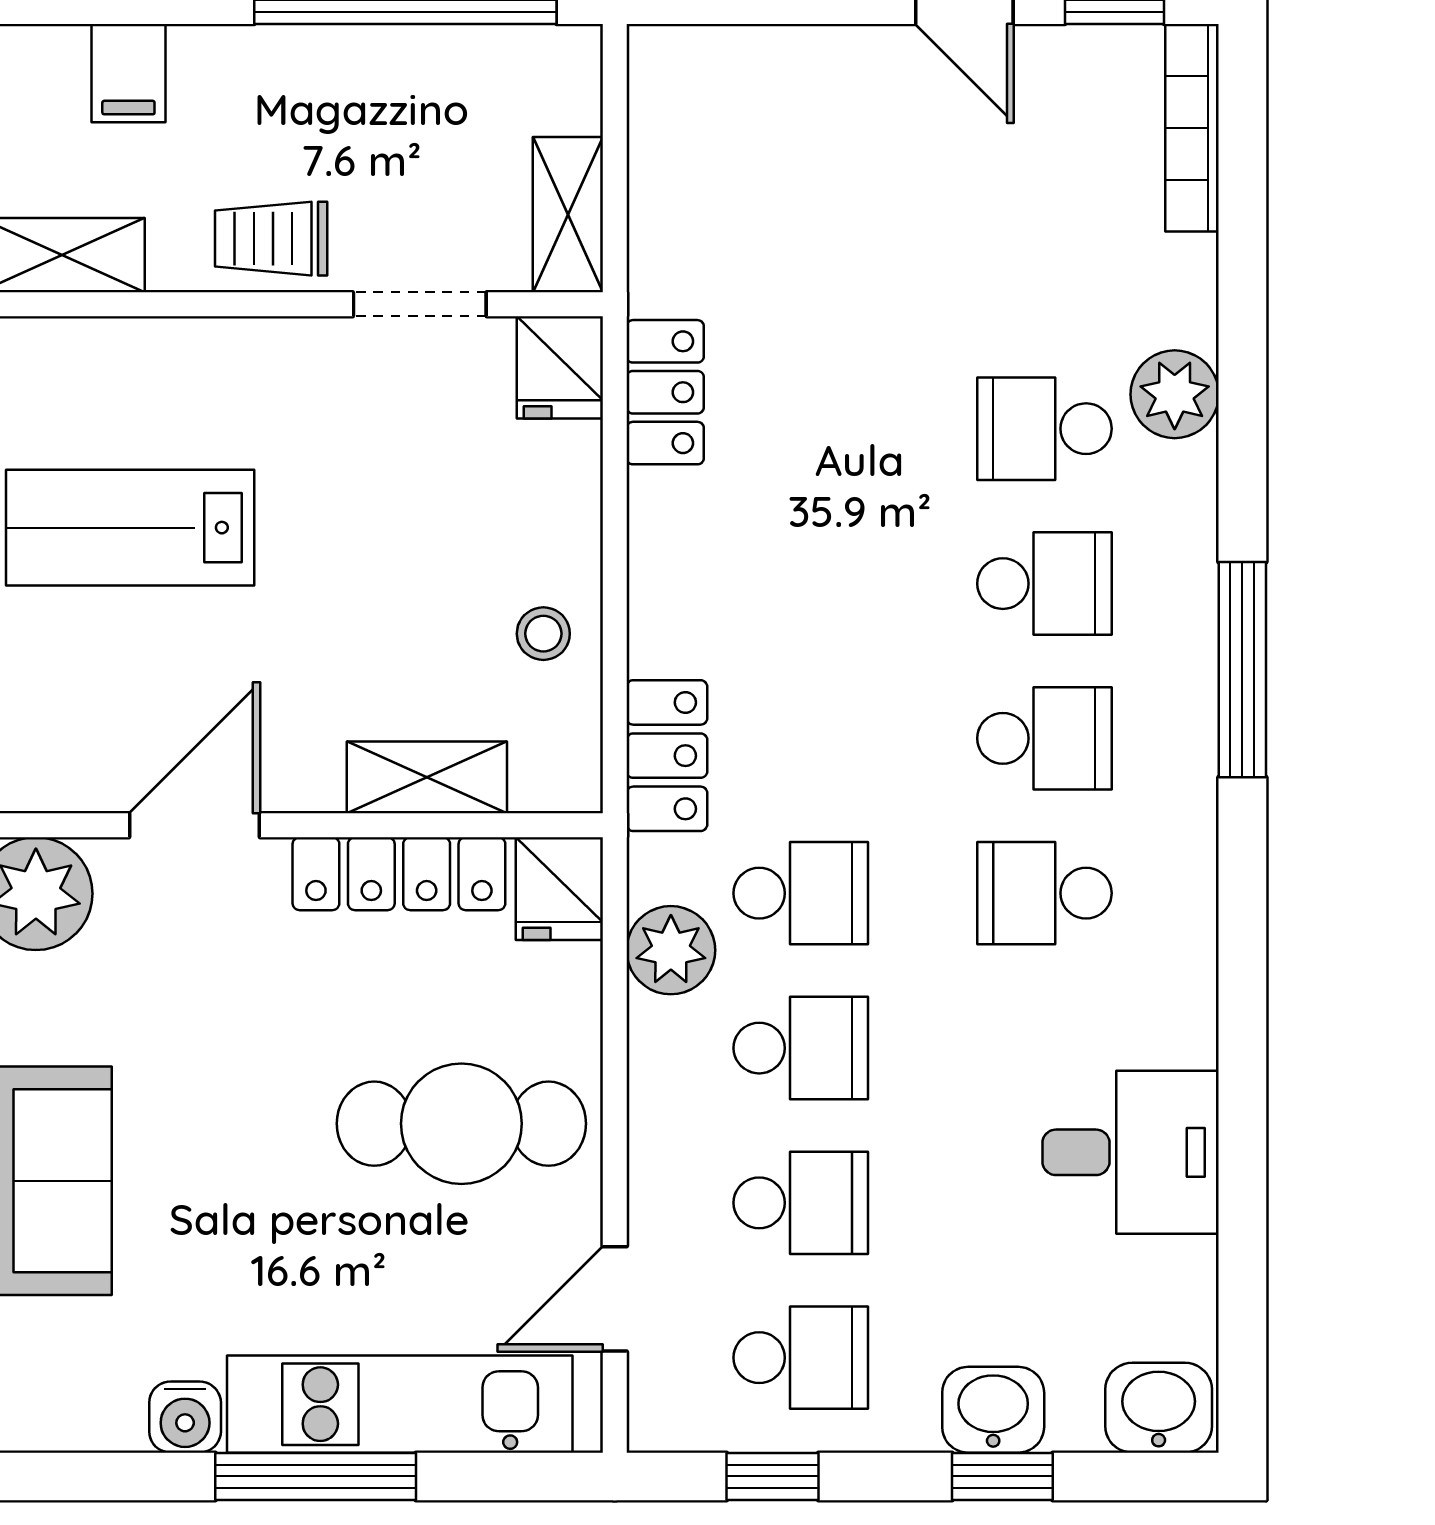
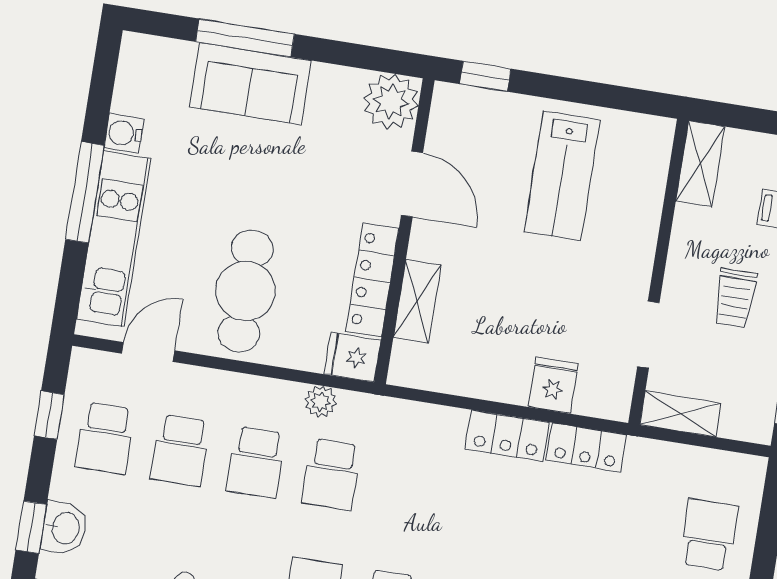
school desk: (801, 119) -> (709, 535), added
trolley: (271, 239) -> (735, 298), moved, turned 180
fridge: (560, 367) -> (553, 385), moved, turned 90
lab bench: (130, 528) -> (562, 176), turned 180
stool: (543, 634) -> (478, 369), removed
locker: (667, 756) -> (507, 436), moved
plant: (671, 950) -> (321, 402), width x0.73, depth x0.73
door: (615, 1299) -> (148, 352), hinge flipped

